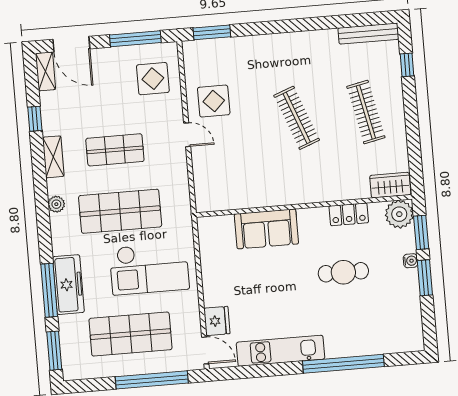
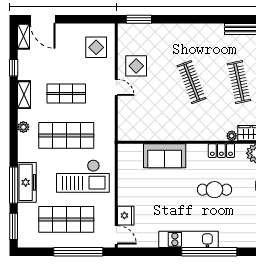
window: (135, 39) -> (86, 19), removed
plant: (362, 192) -> (232, 136), added
kitchen unit: (280, 351) -> (188, 239), moved

